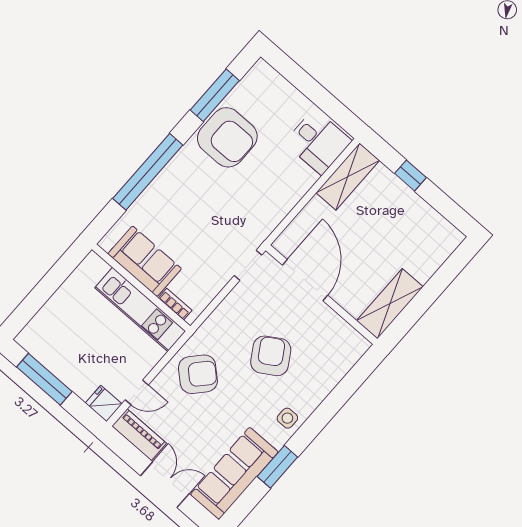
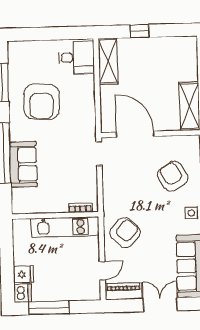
armchair: (227, 137) -> (42, 102), moved, turned 92
sofa: (145, 261) -> (23, 164), moved, turned 90
dishwasher: (31, 338) -> (23, 293), added
armchair: (271, 356) -> (173, 176), moved
fridge: (104, 403) -> (23, 274), moved, turned 180

